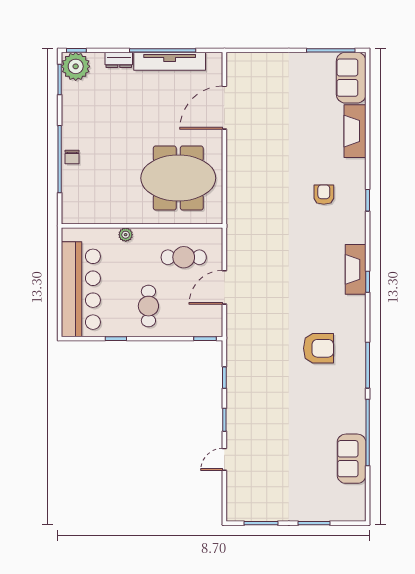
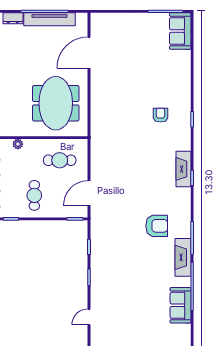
fireplace: (355, 131) -> (183, 257), moved
meeting table: (178, 178) -> (56, 103), turned 90
door: (224, 287) -> (89, 193), moved
door: (224, 459) -> (89, 317), moved

